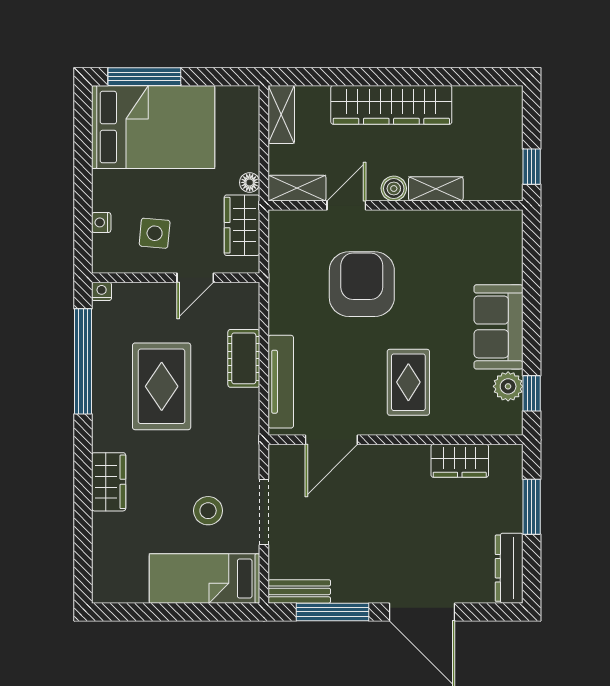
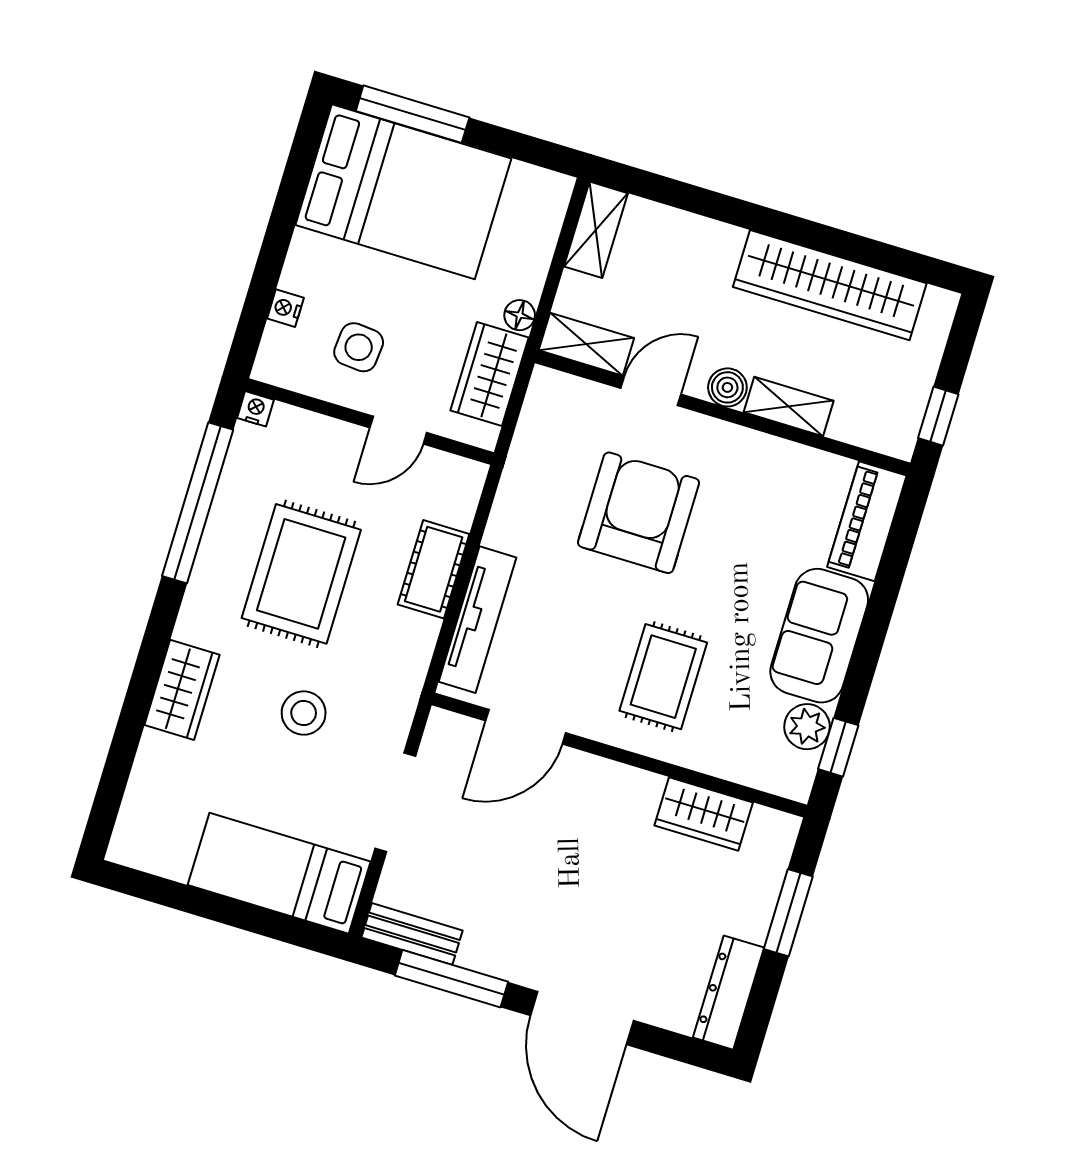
wardrobe: (391, 105) -> (830, 285), moved
piano: (507, 246) -> (867, 521), added
stool: (208, 511) -> (304, 713), moved

